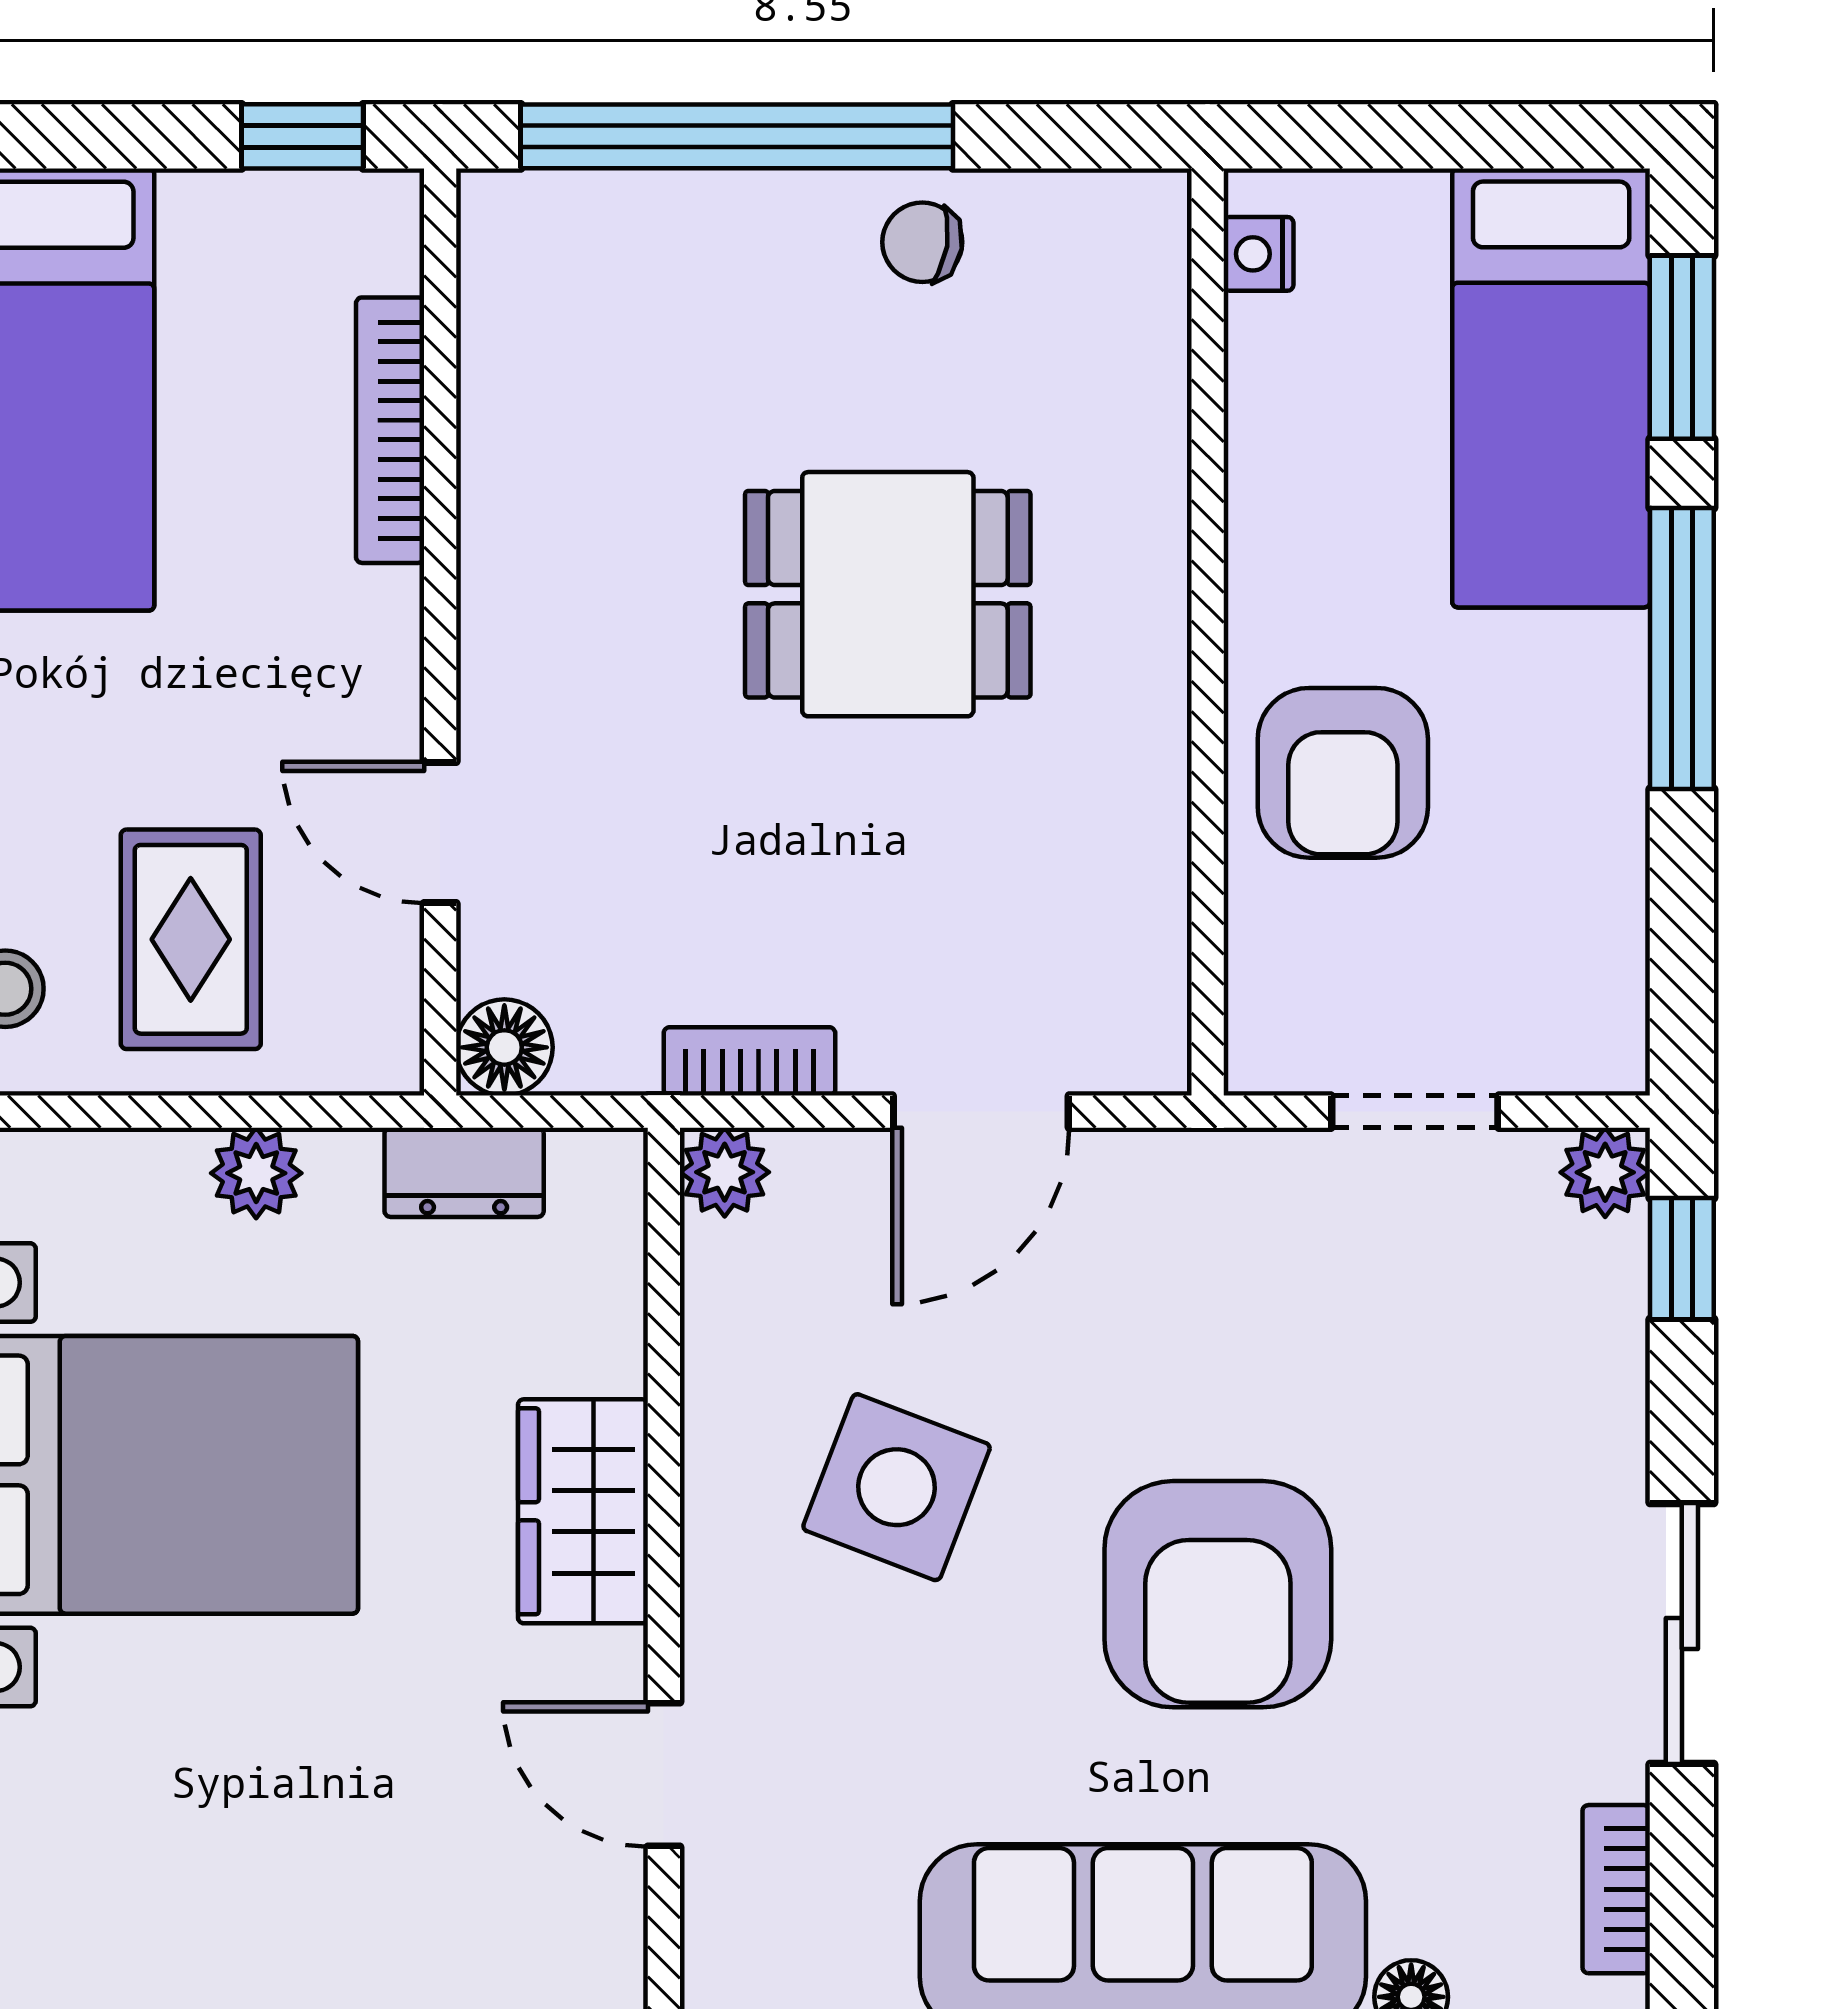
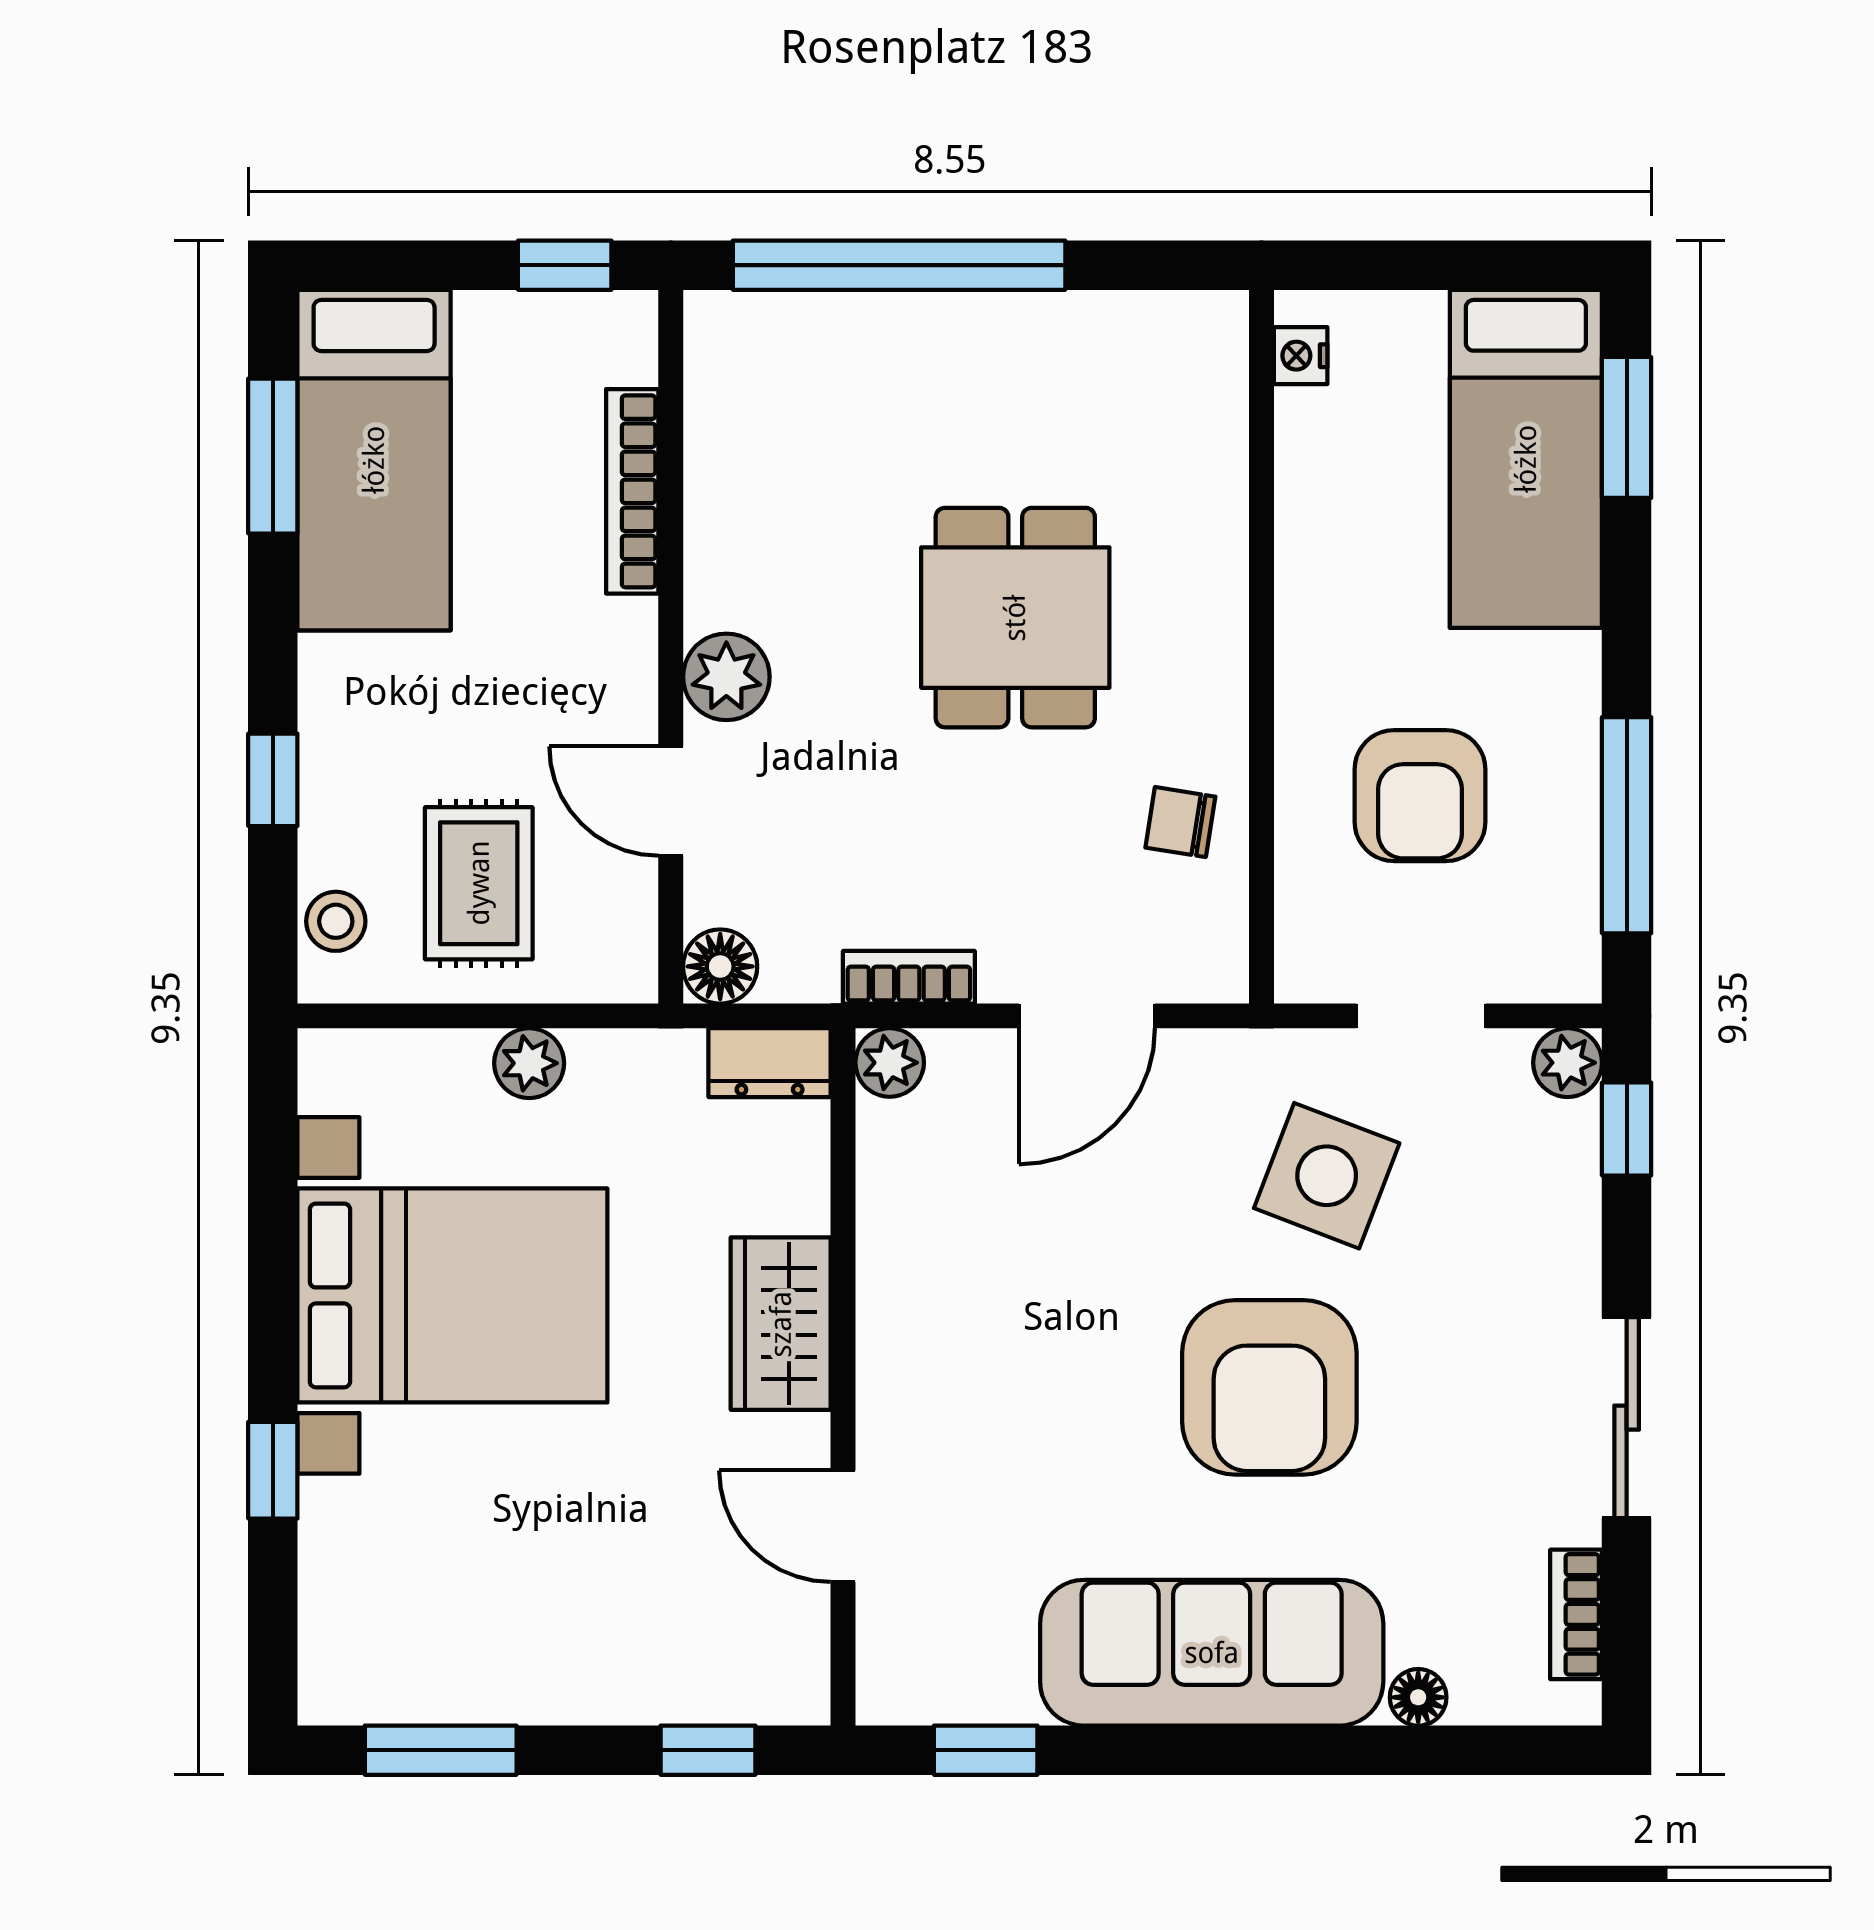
chair: (922, 242) -> (1180, 822), moved
dining table: (888, 594) -> (1015, 618), turned 90
window: (1682, 648) -> (1627, 825), moved
plant: (512, 671) -> (726, 677), added
armchair: (1343, 773) -> (1420, 796), moved
dresser: (464, 1172) -> (770, 1063), moved
side table: (897, 1487) -> (1327, 1176), moved

